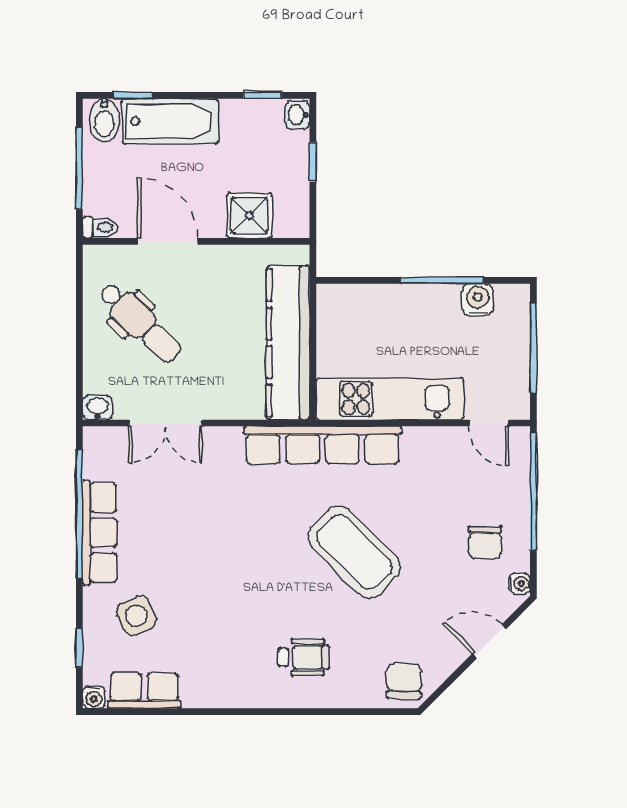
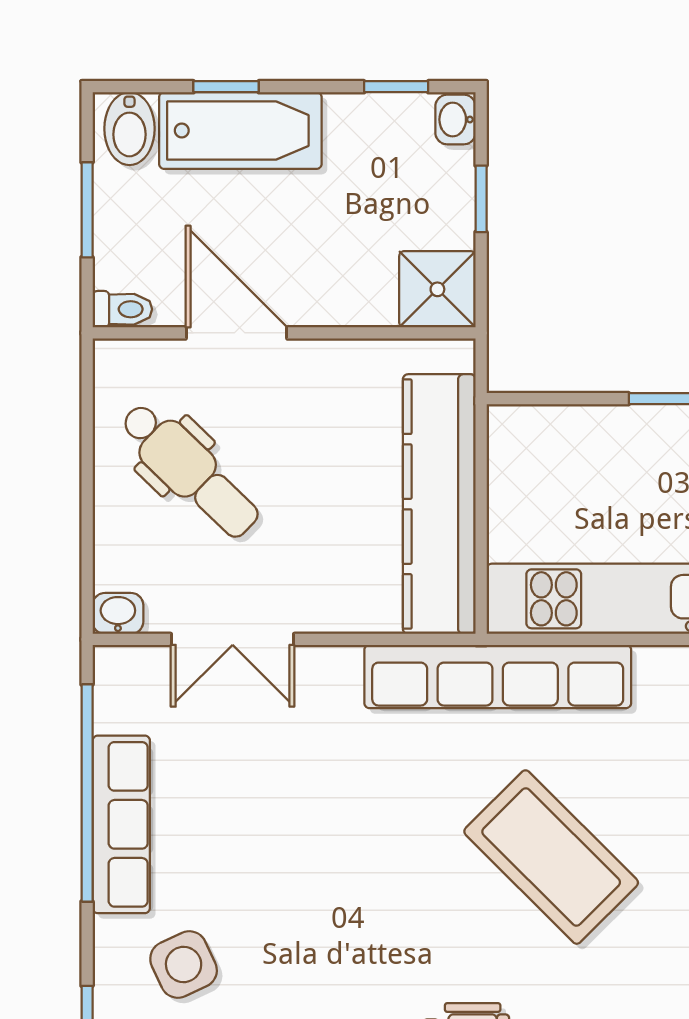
window: (133, 95) -> (226, 87), moved
window: (79, 168) -> (87, 210), width x0.69
shower: (249, 215) -> (437, 289), moved

